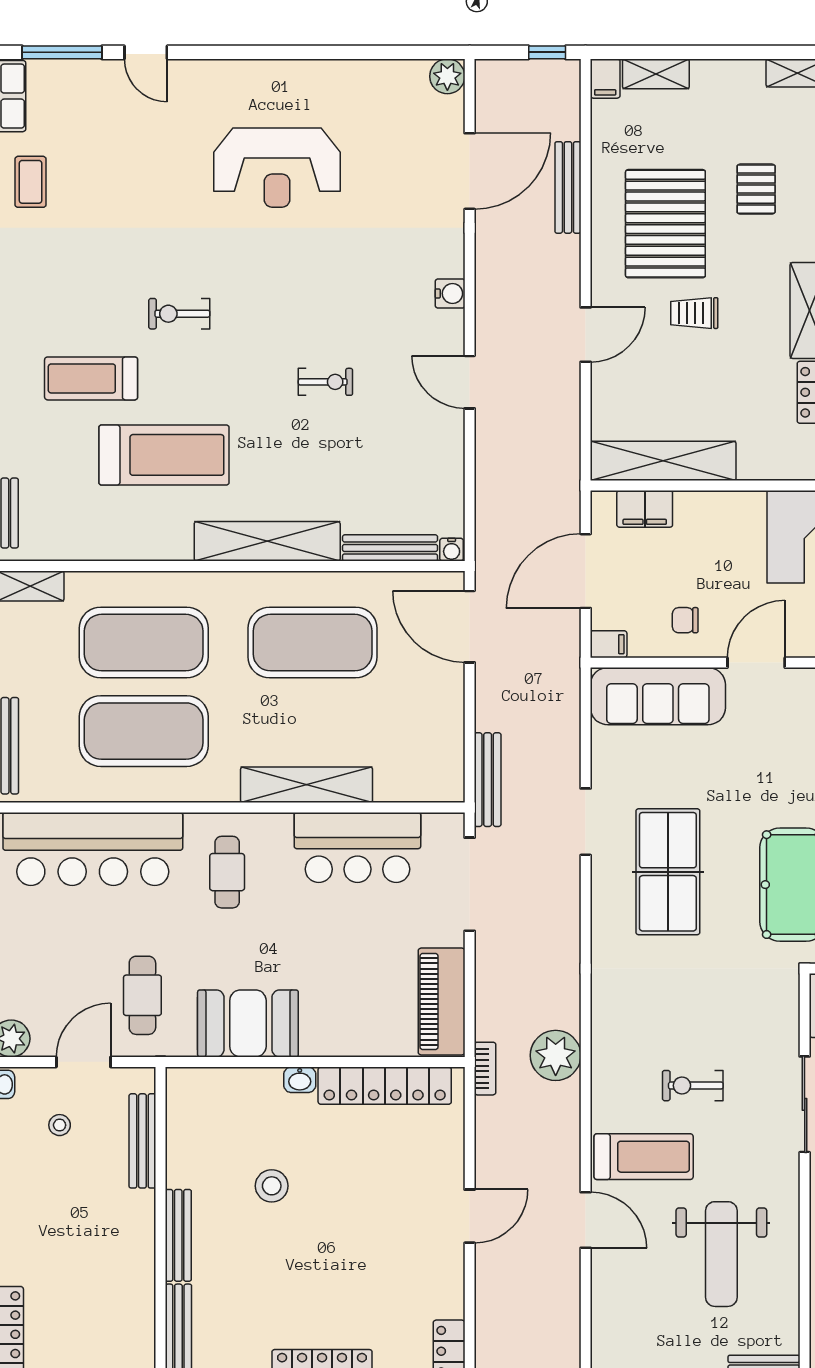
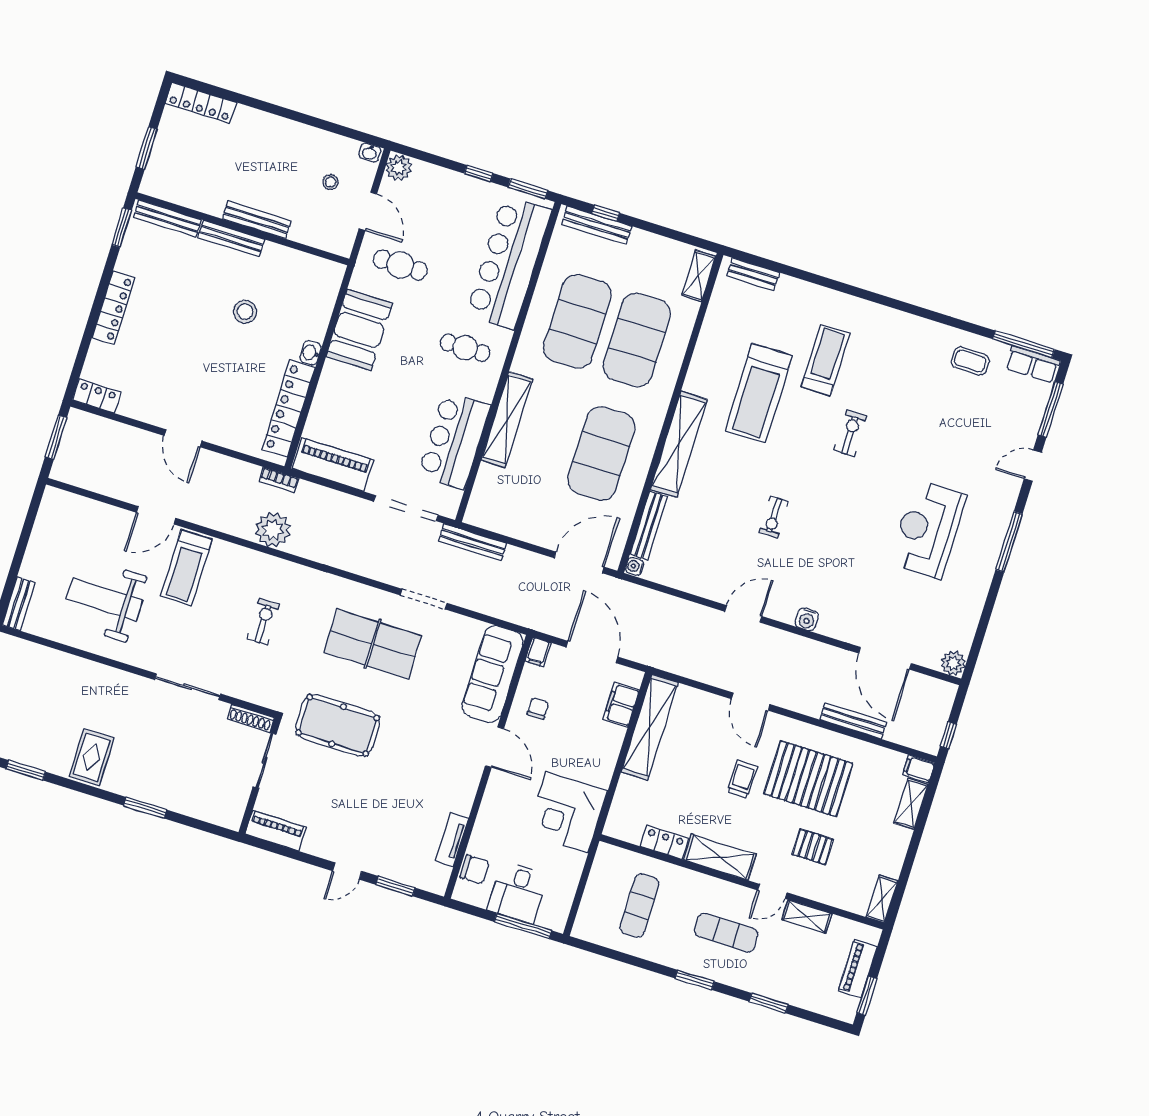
window: (259, 52) -> (1009, 542), added
exercise bike: (693, 1086) -> (263, 622), moved
bench: (142, 1141) -> (257, 220), moved

